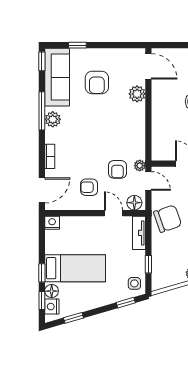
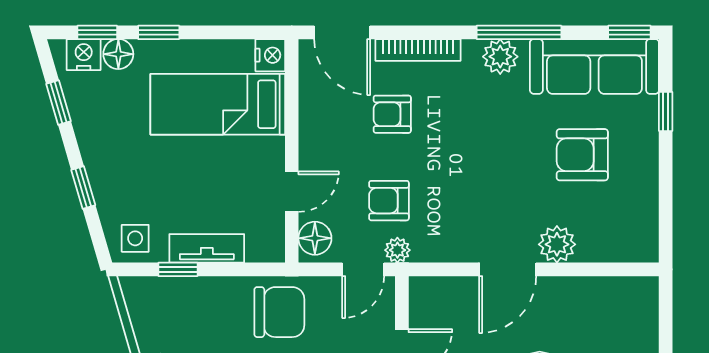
door: (148, 66) -> (508, 269), moved
bookcase: (50, 156) -> (418, 50), width x1.56
armchair: (89, 187) -> (392, 114), moved, turned -90
chair: (168, 219) -> (279, 312), turned -71
tv unit: (139, 233) -> (207, 248), moved
bed: (75, 268) -> (218, 104), moved, turned 90
window: (126, 303) -> (83, 187), moved

